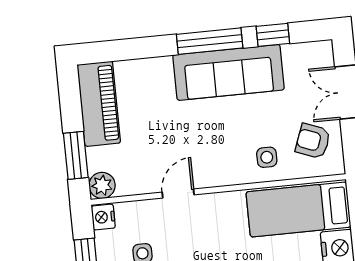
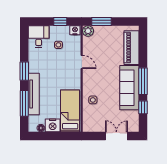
piano: (99, 104) -> (131, 48), moved, turned 90
armchair: (313, 141) -> (98, 120), removed

